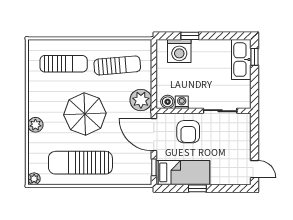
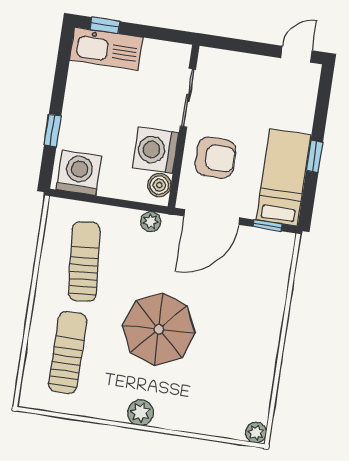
washing machine: (179, 51) -> (79, 173), moved, turned -90
plant: (141, 100) -> (151, 222), width x0.53, depth x0.53
washing machine: (182, 102) -> (156, 150), width x1.89, depth x1.89
plant: (35, 125) -> (140, 413), moved
sun lounger: (80, 163) -> (241, 349), removed

